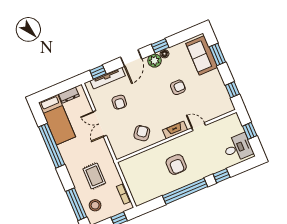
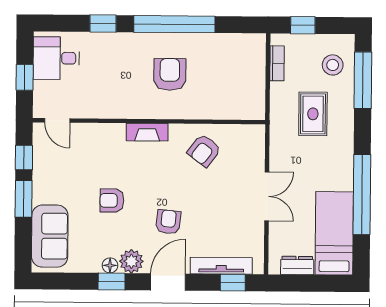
window: (217, 54) -> (24, 199), moved
armchair: (119, 102) -> (168, 222), moved
door: (199, 127) -> (57, 120), moved

